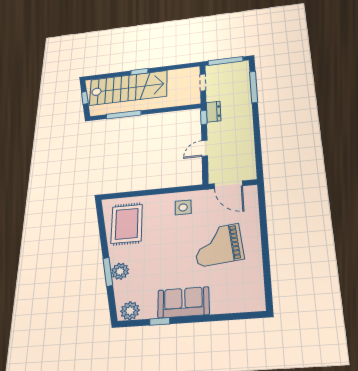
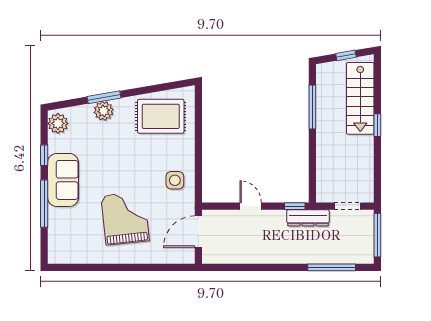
stairs: (128, 88) -> (360, 98), width x0.73, depth x0.66
dresser: (213, 112) -> (308, 218), width x1.44
window: (207, 318) -> (44, 204), added

